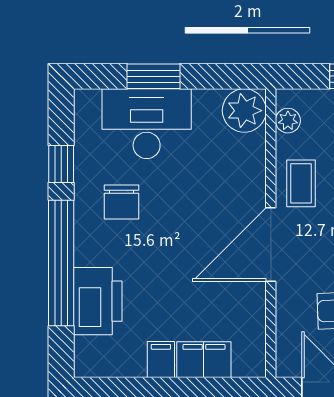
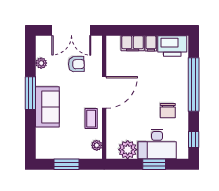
plant: (244, 111) -> (128, 150), moved
window: (61, 164) -> (194, 140), moved
chair: (122, 202) -> (168, 111), turned 180
printer: (98, 301) -> (172, 46), moved, turned -90

